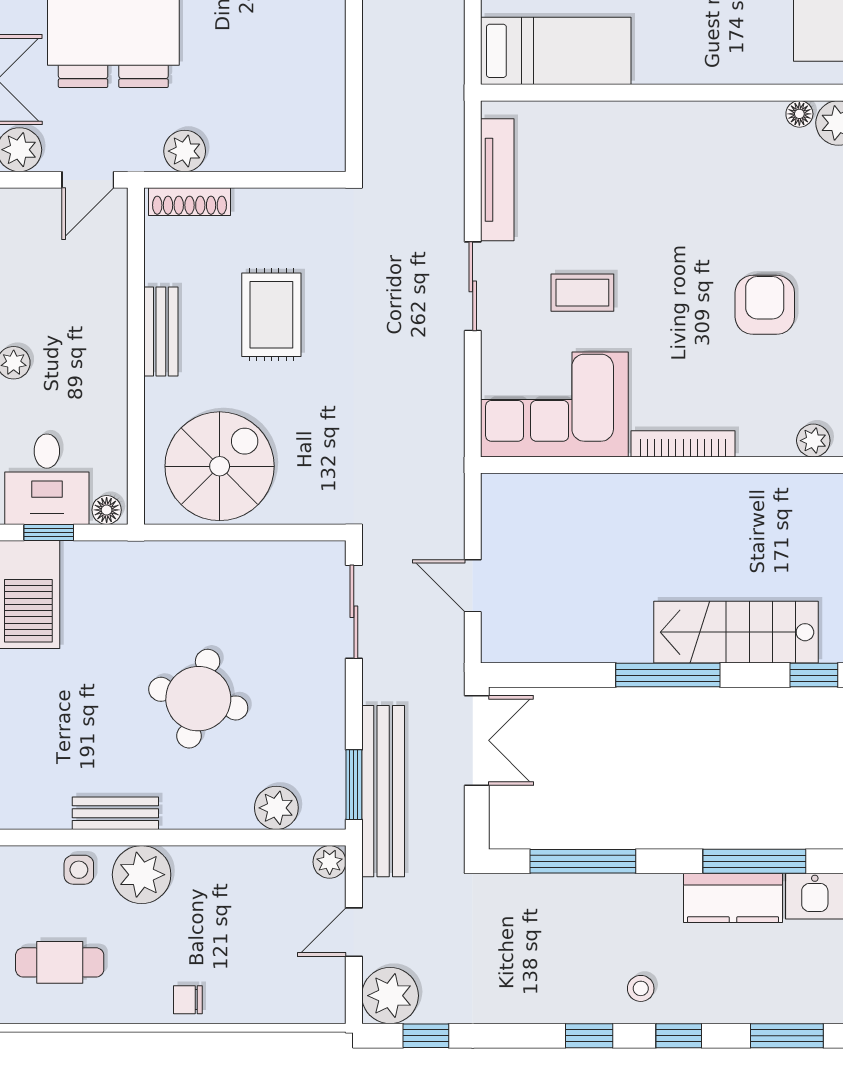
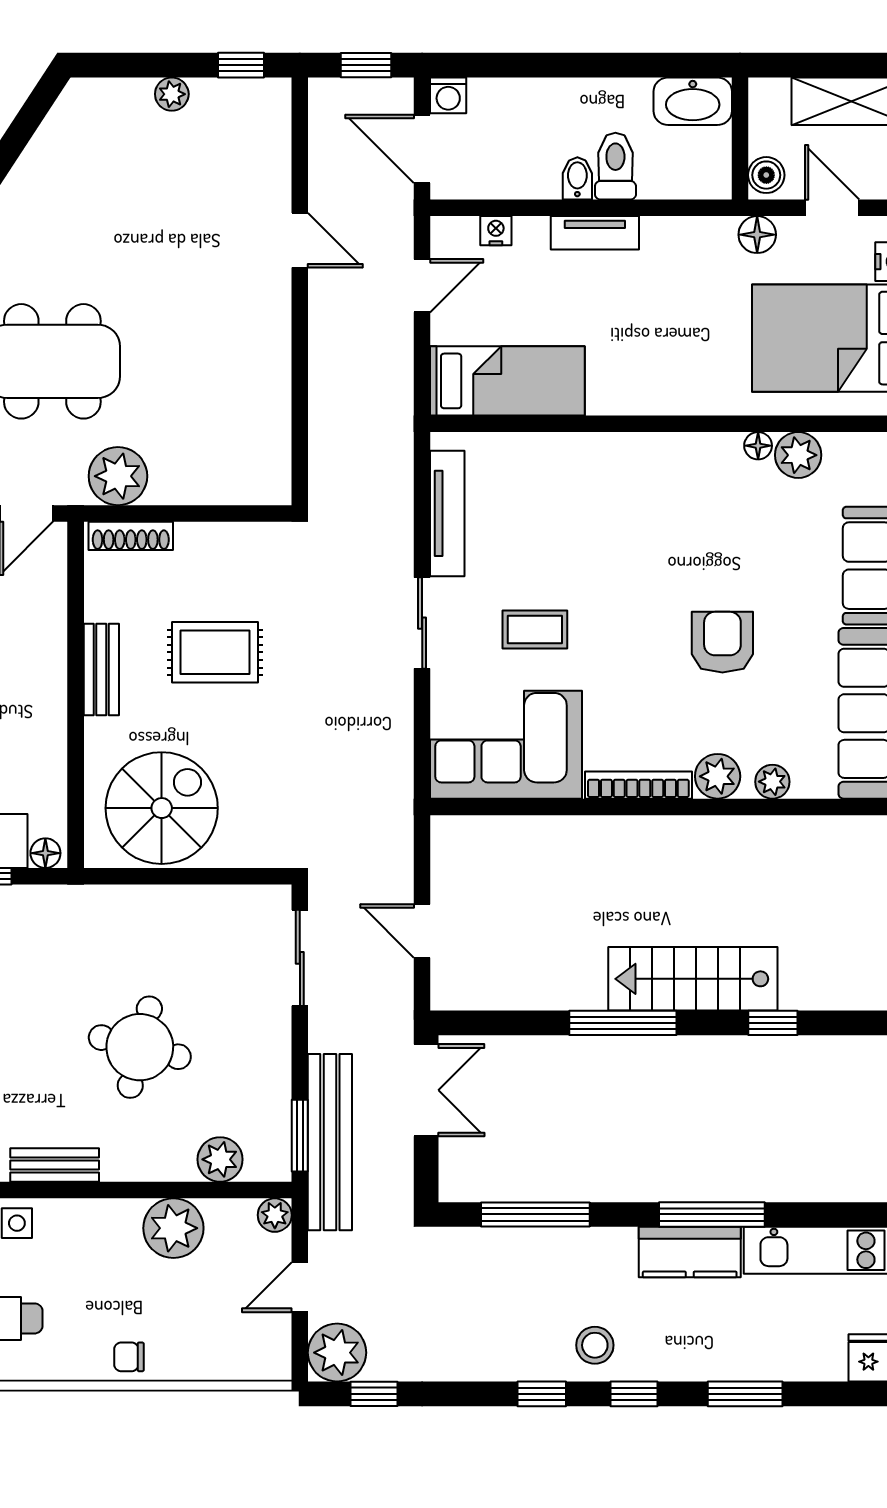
plant: (185, 151) -> (118, 476), width x1.36, depth x1.36
rug: (271, 315) -> (215, 652), turned 90
plant: (760, 435) -> (718, 776), added
plant: (142, 875) -> (173, 1228), moved
stool: (641, 988) -> (595, 1345), width x1.37, depth x1.37

